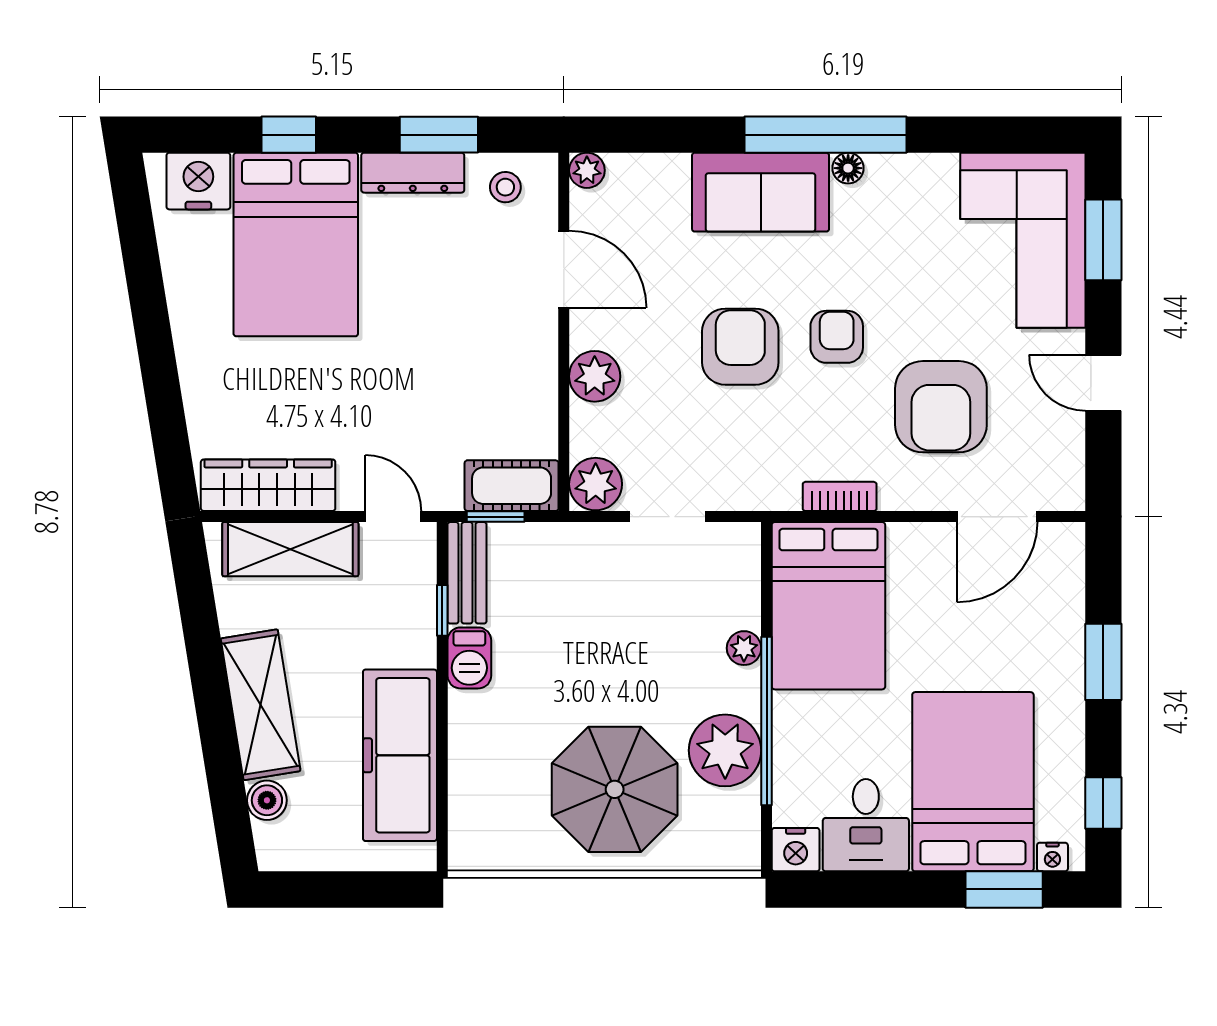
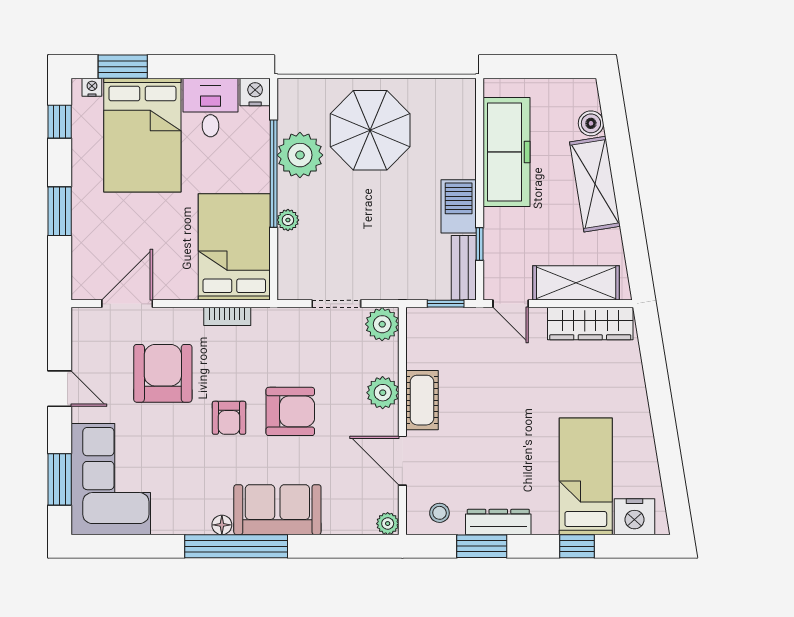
bed: (296, 245) -> (586, 476), width x0.67
armchair: (740, 347) -> (290, 411), turned -90
cot: (512, 486) -> (422, 400), moved, turned 90
barbecue: (469, 658) -> (459, 206), width x1.38, depth x1.27

